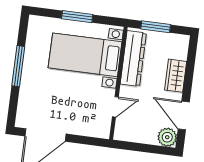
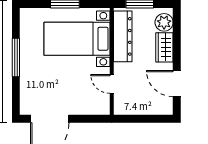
door: (115, 107) -> (112, 84), swing flipped
plant: (167, 137) -> (164, 22), moved

